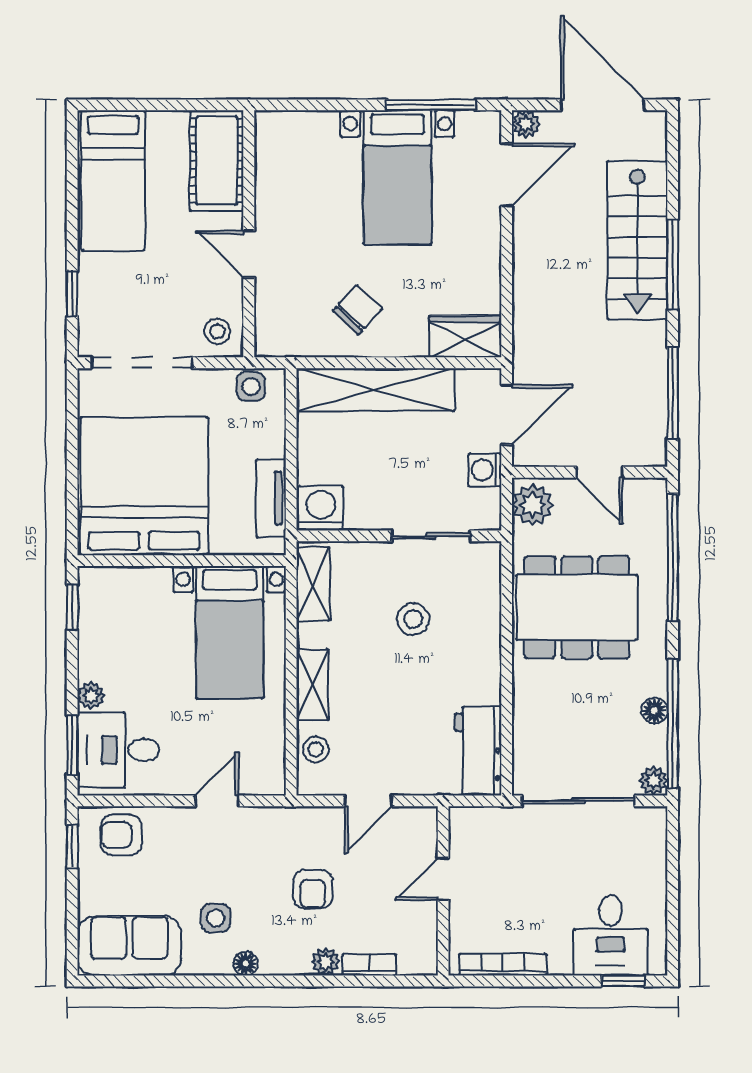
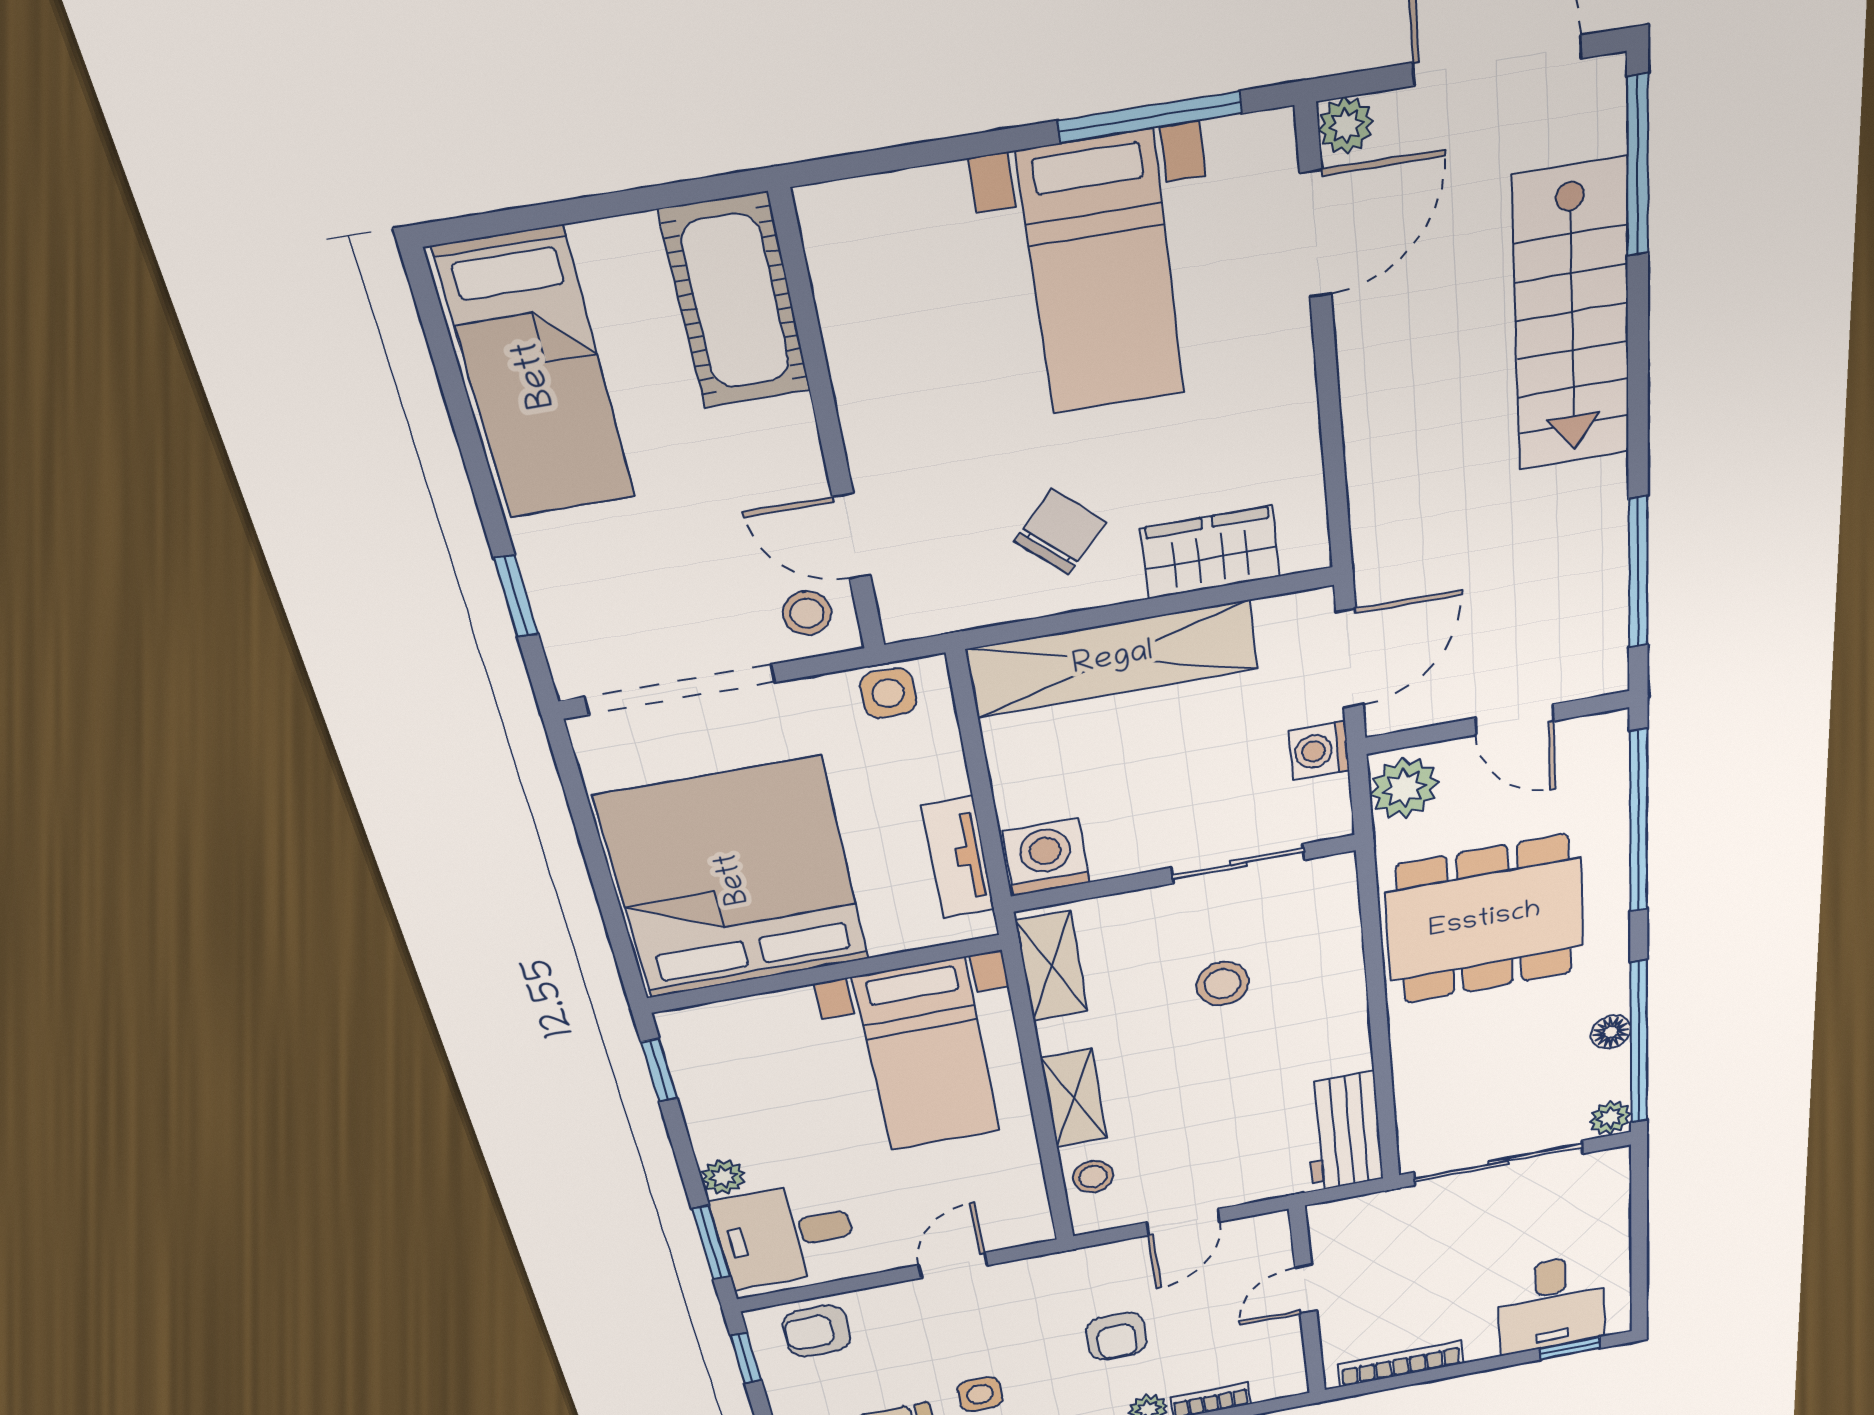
door: (249, 254) -> (851, 536), moved
window: (673, 264) -> (1638, 166), moved
wardrobe: (465, 337) -> (1210, 553), moved

